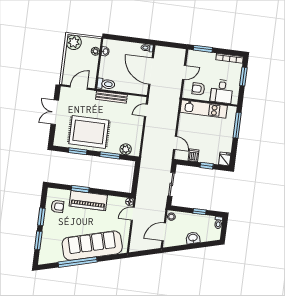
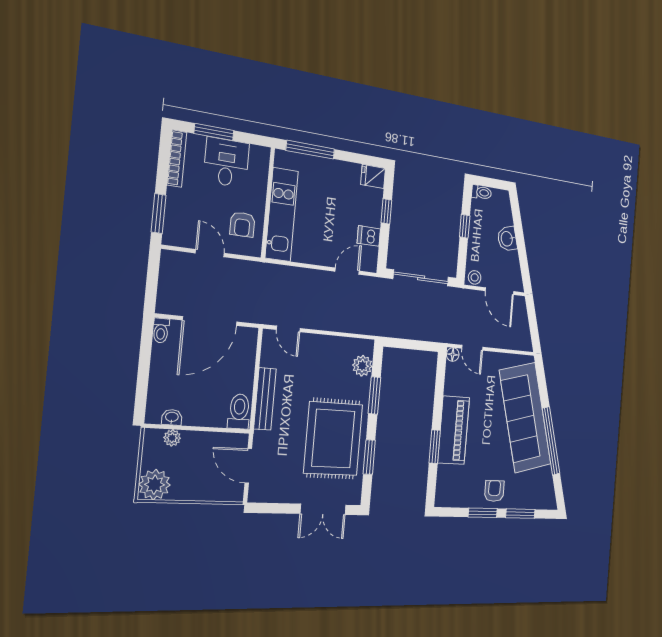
desk: (222, 91) -> (226, 162), moved, turned -90
double door: (55, 112) -> (323, 509), moved
sliding door: (171, 184) -> (421, 278), width x1.37
armchair: (57, 206) -> (494, 491), moved

